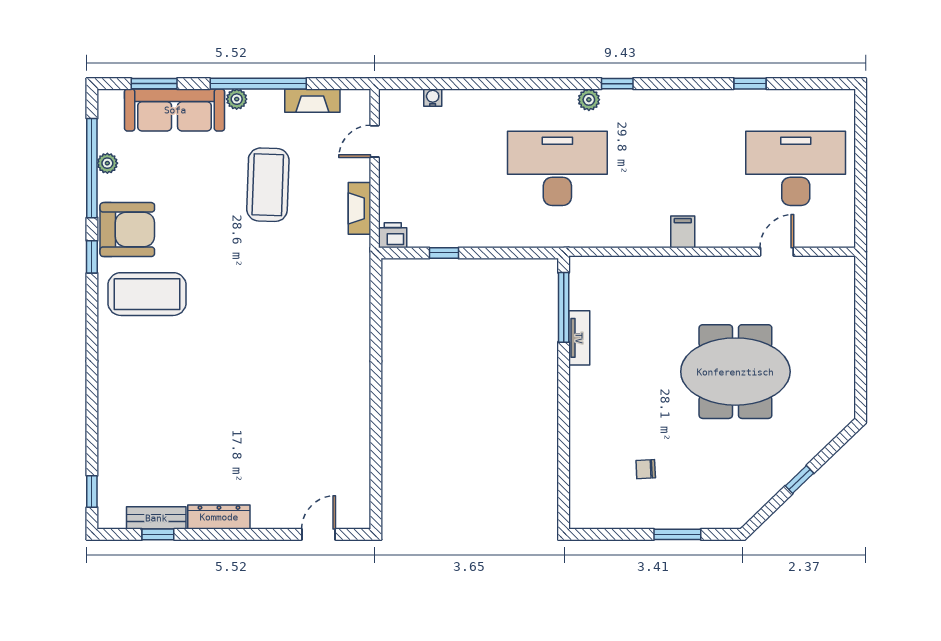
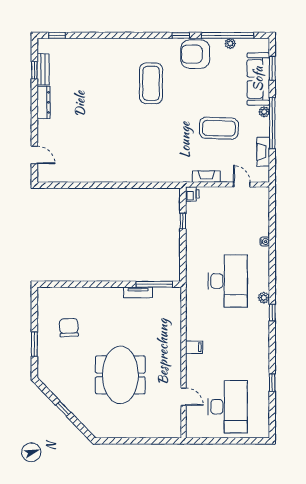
water cooler: (433, 98) -> (265, 242), moved
armchair: (127, 230) -> (195, 54), turned 90
coffee table: (147, 294) -> (151, 83), moved
chair: (646, 469) -> (69, 328), width x1.87, depth x1.87

